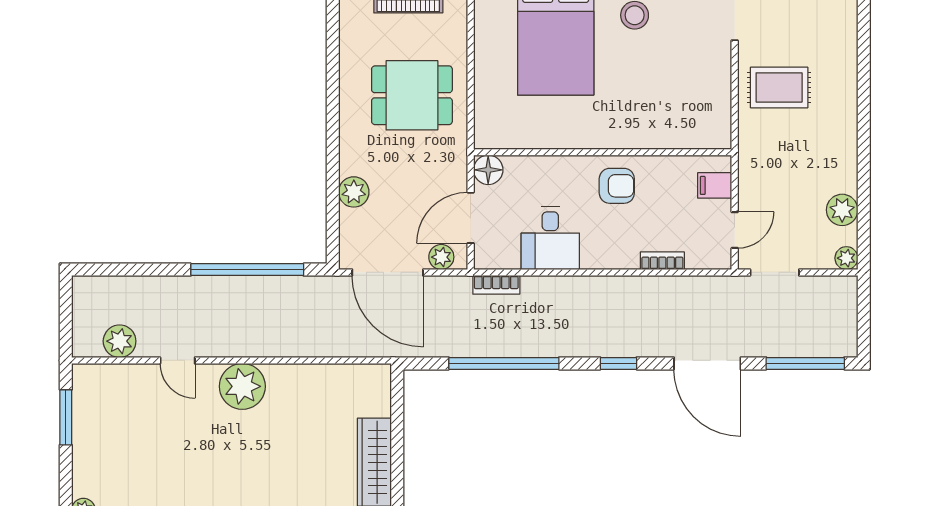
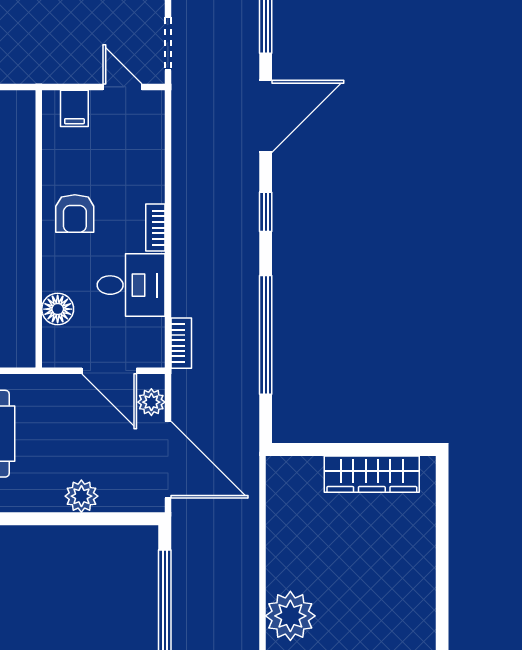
floor lamp: (488, 170) -> (58, 309), moved
armchair: (617, 186) -> (75, 214), turned 180
bookcase: (662, 261) -> (155, 228), moved
door: (388, 272) -> (168, 460), hinge flipped

